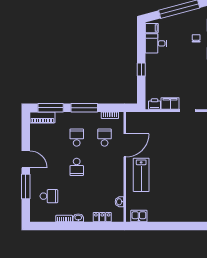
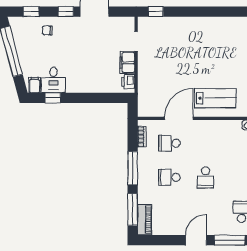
window: (141, 70) -> (53, 98), moved
door: (125, 145) -> (179, 118), hinge flipped
school desk: (77, 167) -> (205, 177), turned 90

